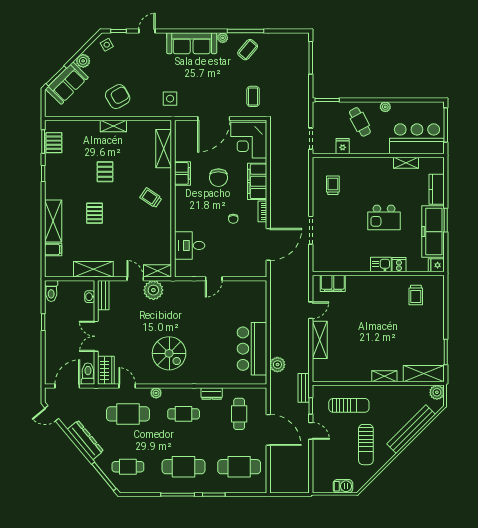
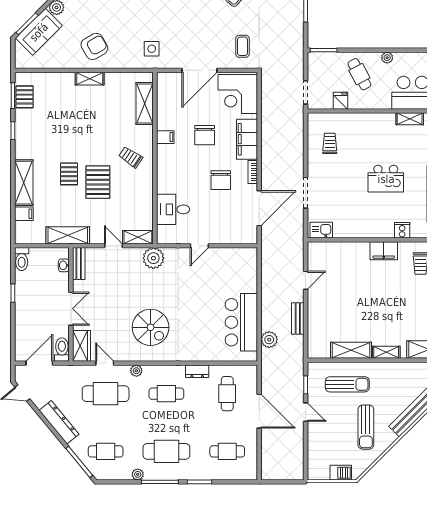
pallet: (105, 172) -> (98, 182), moved, width x1.50, depth x1.42
filing cabinet: (182, 173) -> (165, 137), width x0.50
chair: (233, 219) -> (221, 180), width x1.87, depth x1.87
kitchen sink: (381, 264) -> (321, 230), moved
filing cabinet: (333, 283) -> (384, 251), moved
plant: (153, 290) -> (153, 258), moved
double door: (96, 336) -> (71, 309), swing flipped
shelving: (320, 340) -> (351, 350), moved, turned 90
bench: (304, 388) -> (298, 319), moved
cafe table: (239, 467) -> (227, 451), width x0.73, depth x0.74
plant: (157, 488) -> (138, 474), added

